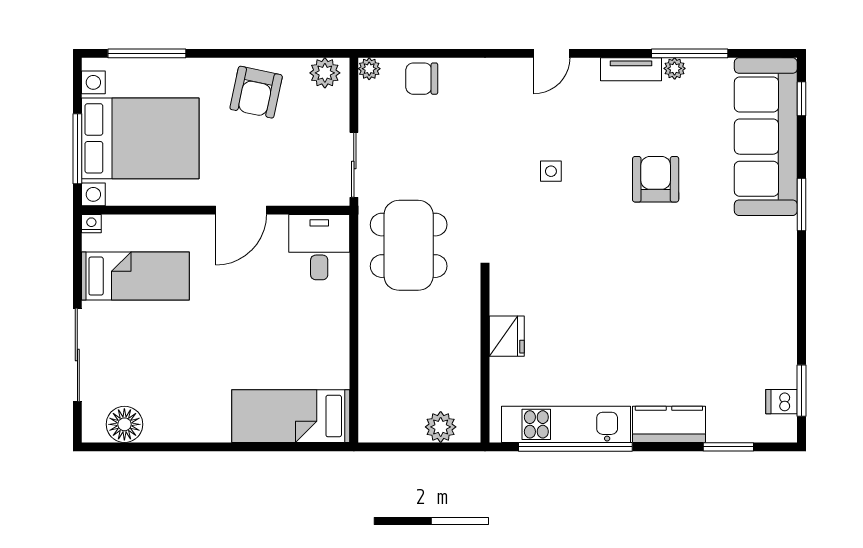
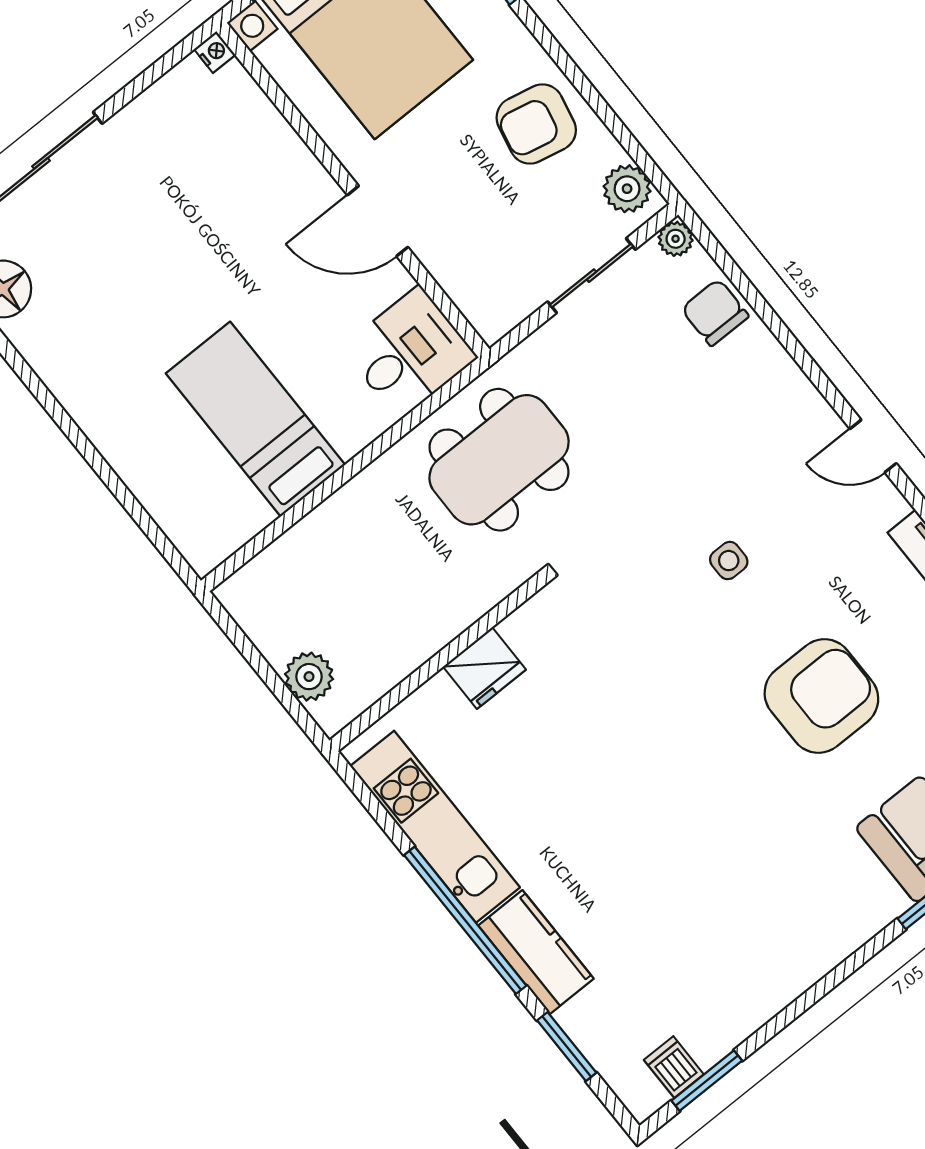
sliding door: (354, 165) -> (591, 276), moved
armchair: (656, 179) -> (821, 696), width x1.36, depth x1.36
bed: (135, 276) -> (194, 157), removed
bed: (291, 416) -> (255, 419), moved
window: (575, 447) -> (465, 920), moved

